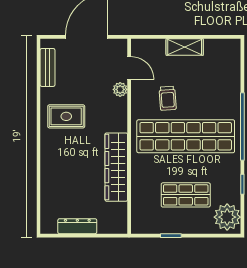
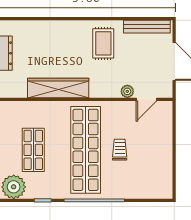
shelving: (185, 47) -> (165, 149), removed
bench: (48, 67) -> (147, 27), width x1.36
trolley: (168, 98) -> (120, 150), moved, turned 94

